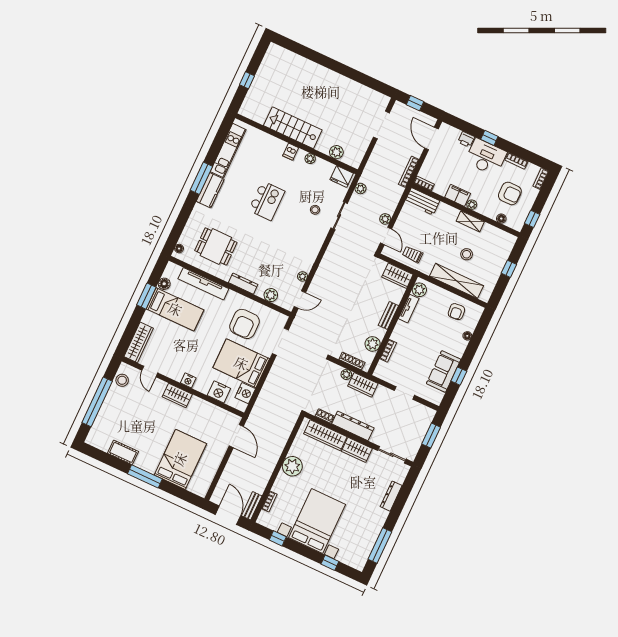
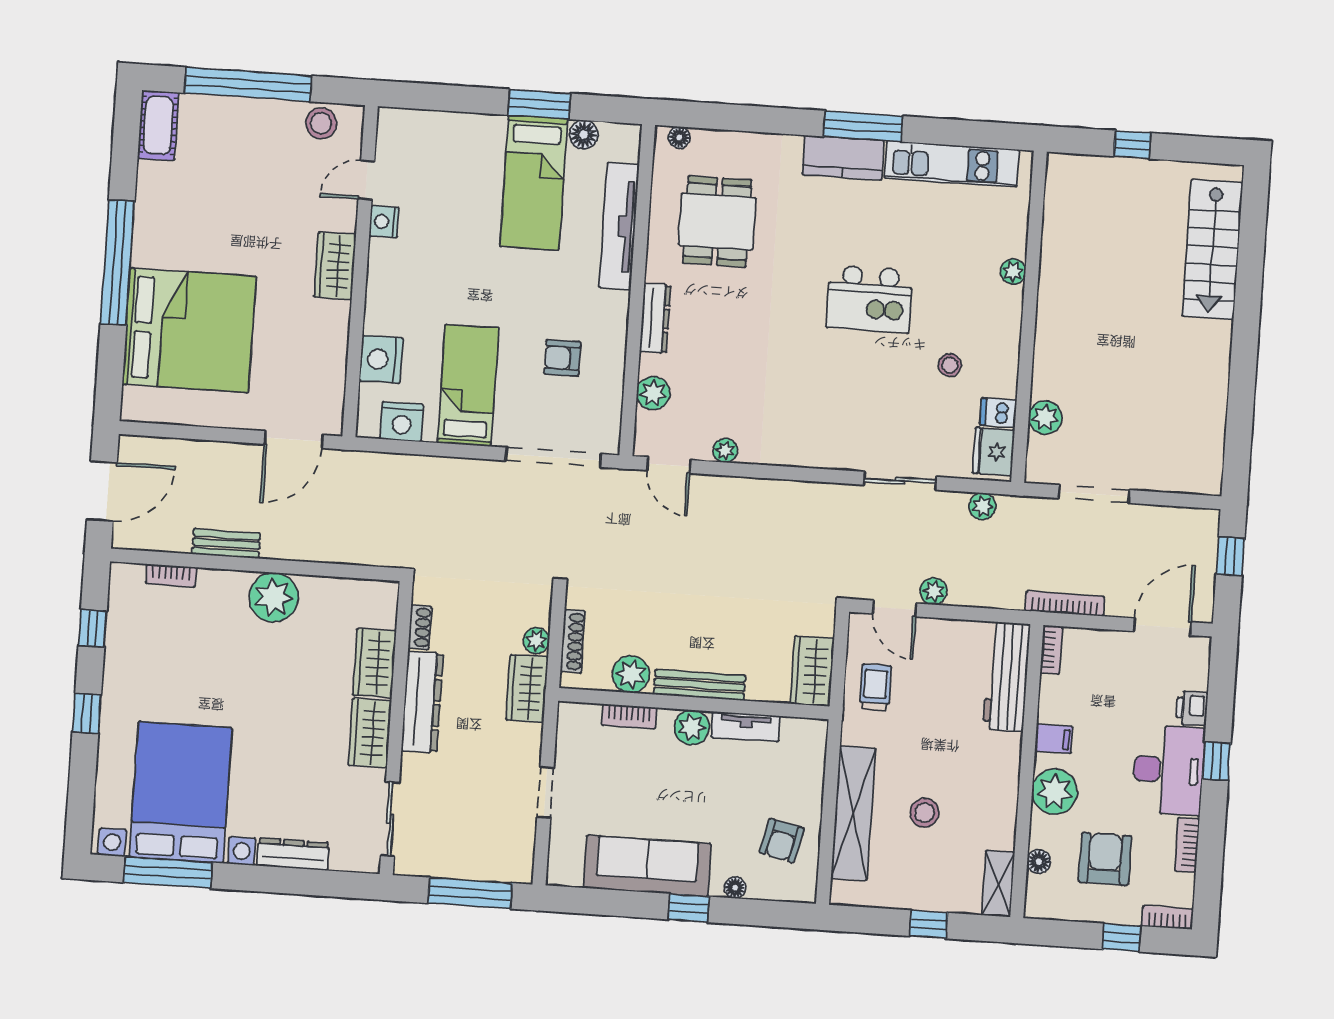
doorway: (381, 125) -> (1094, 494), moved
stairs: (293, 128) -> (1212, 249), moved, turned 180
dishwasher: (291, 152) -> (998, 413), moved
plant: (310, 159) -> (1013, 271), moved
armchair: (510, 193) -> (1105, 859), turned 180
filing cabinet: (458, 195) -> (1054, 739), width x0.50
workbench: (422, 201) -> (1007, 677), width x1.38
plant: (472, 205) -> (1055, 792), width x1.88, depth x1.88
stool: (315, 210) -> (950, 365), moved
window: (532, 219) -> (1121, 938), moved
shelving: (470, 221) -> (998, 884), moved
door: (386, 236) -> (895, 608), hinge flipped
plant: (419, 290) -> (692, 727), moved
armchair: (456, 312) -> (782, 841), turned -72
bench: (388, 315) -> (700, 685), width x1.36
armchair: (245, 324) -> (562, 358), width x0.53, depth x0.53
wardrobe: (139, 342) -> (424, 128), removed
doorway: (280, 342) -> (553, 457), width x1.36
bed: (241, 363) -> (468, 385), width x0.67
sofa: (444, 371) -> (647, 866), width x1.36
window: (459, 376) -> (689, 908), moved
nightstand: (188, 380) -> (384, 222), moved
wardrobe: (325, 435) -> (375, 663), width x0.67
window: (431, 436) -> (470, 893), width x1.44
cot: (123, 452) -> (158, 125), moved
bed: (180, 459) -> (189, 330), width x1.36
window: (145, 476) -> (117, 263), width x1.46
bench: (252, 506) -> (226, 544), moved
bed with nightstands: (317, 521) -> (181, 792), moved, turned -90
window: (330, 563) -> (87, 713), moved

